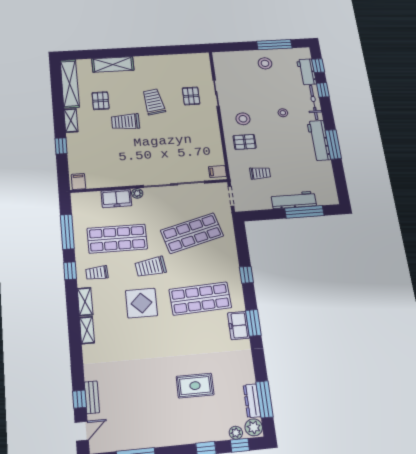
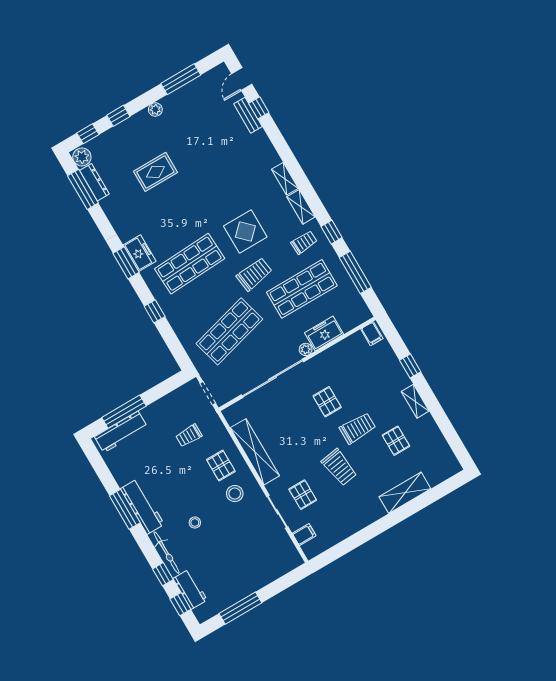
stool: (265, 63) -> (240, 577), removed
shelving: (70, 84) -> (255, 452), moved
pallet: (245, 142) -> (221, 466), turned 90
pallet: (140, 150) -> (327, 402), added
filing cabinet: (217, 172) -> (304, 535), moved
workbench: (294, 200) -> (121, 432), moved
plant: (236, 433) -> (155, 110), moved

